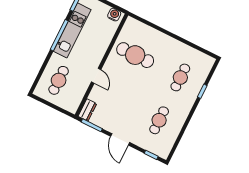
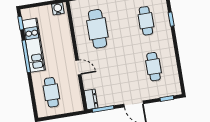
cafe table: (135, 55) -> (97, 29), turned 90

